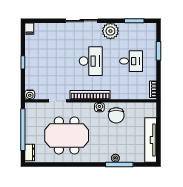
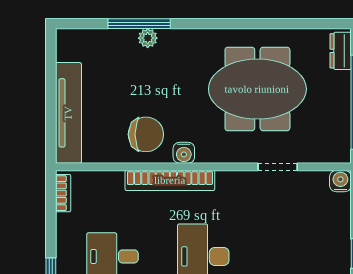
bookcase: (90, 95) -> (170, 180), moved
chair: (116, 115) -> (146, 134), turned 90
tv unit: (151, 140) -> (68, 113), moved

